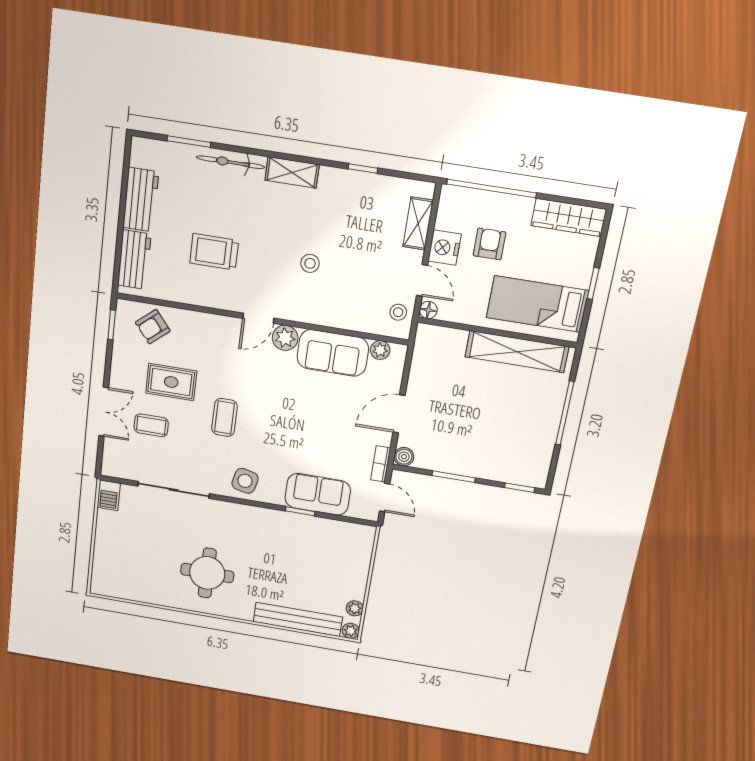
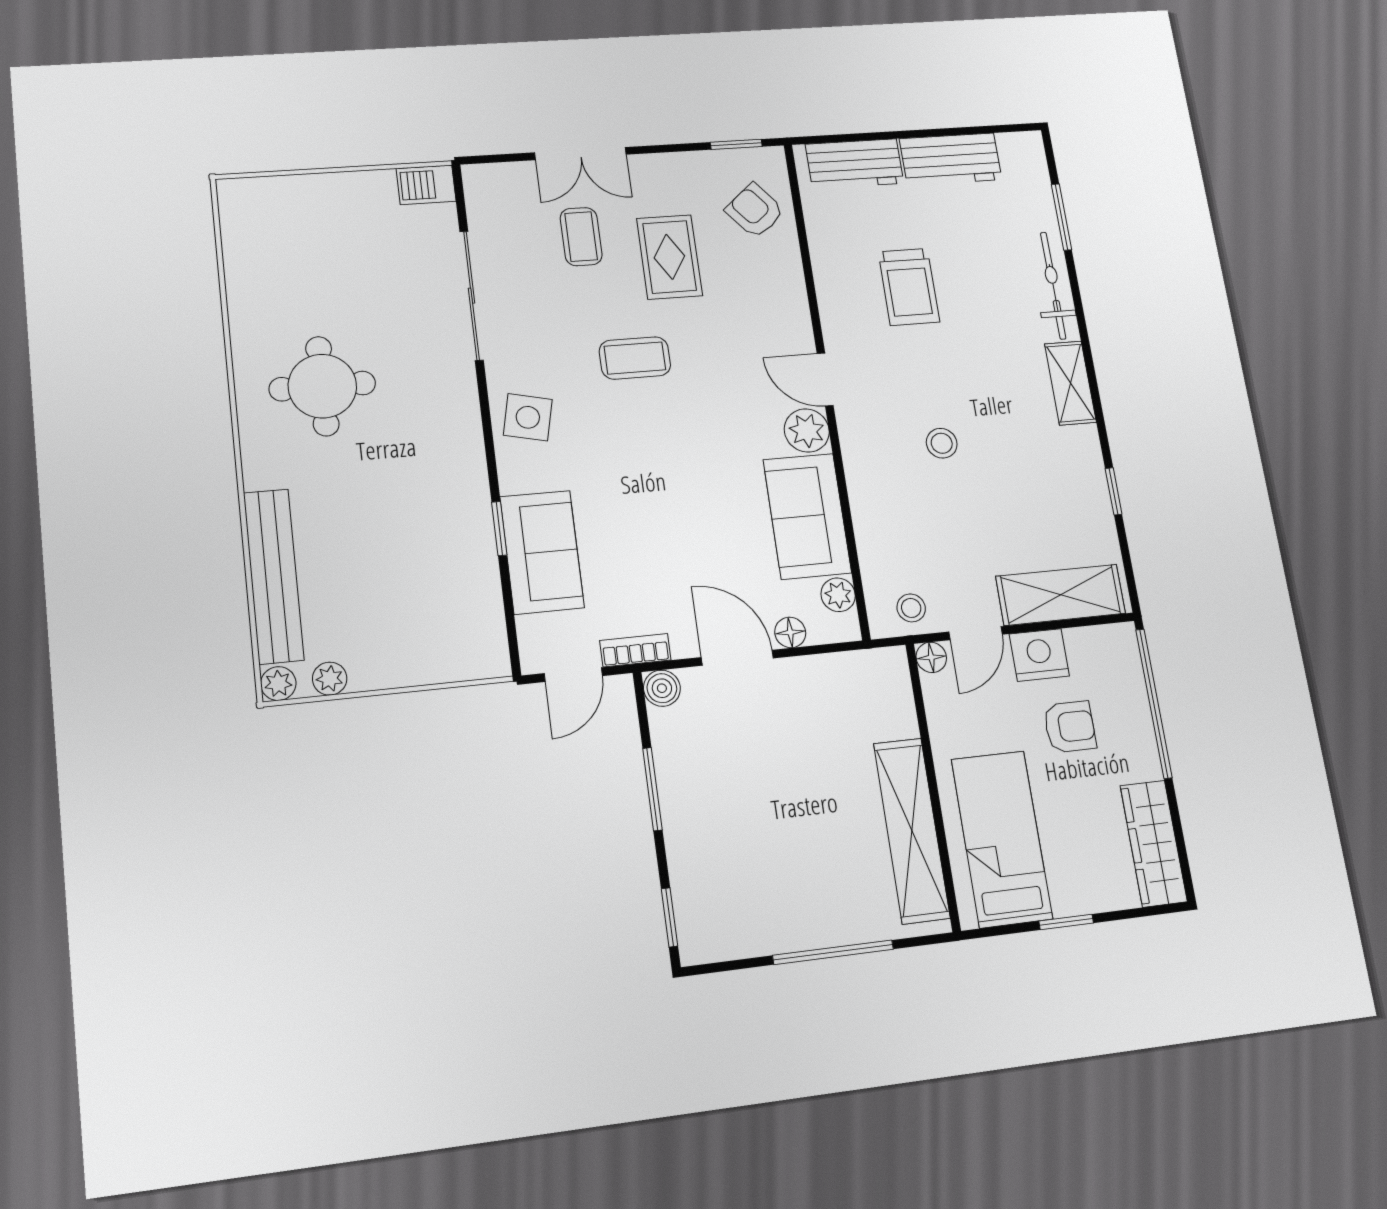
shelving: (418, 223) -> (1061, 595), width x1.50, depth x1.33
trolley: (214, 252) -> (909, 287), turned 180
floor lamp: (393, 382) -> (790, 632), added

